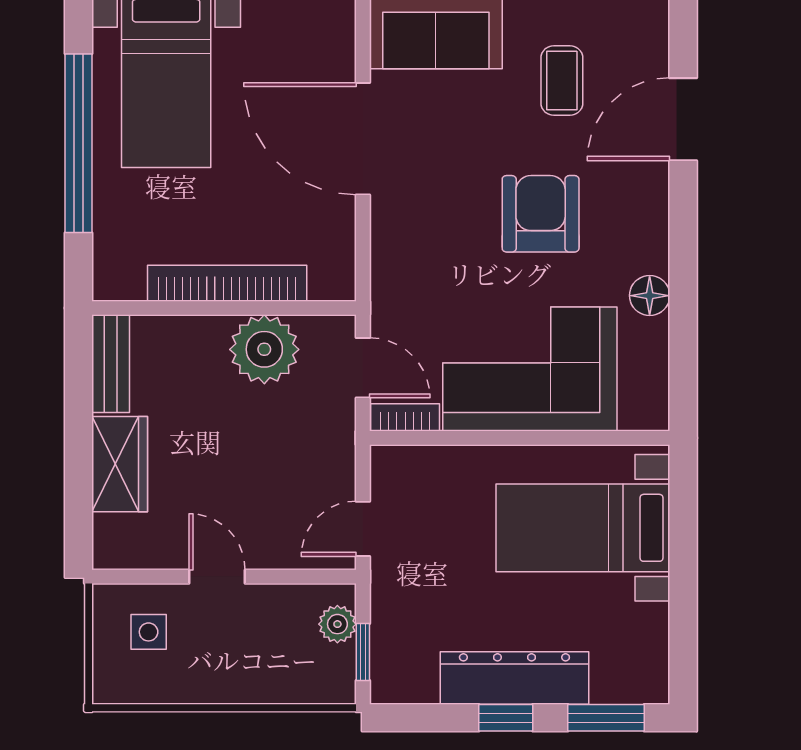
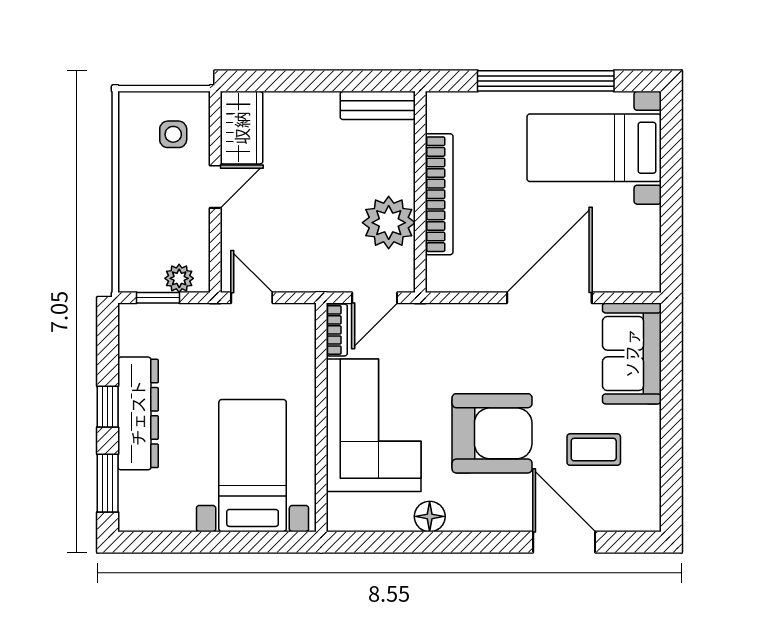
armchair: (541, 214) -> (492, 433), width x1.36, depth x1.36
wardrobe: (120, 464) -> (242, 128), moved, turned -90

